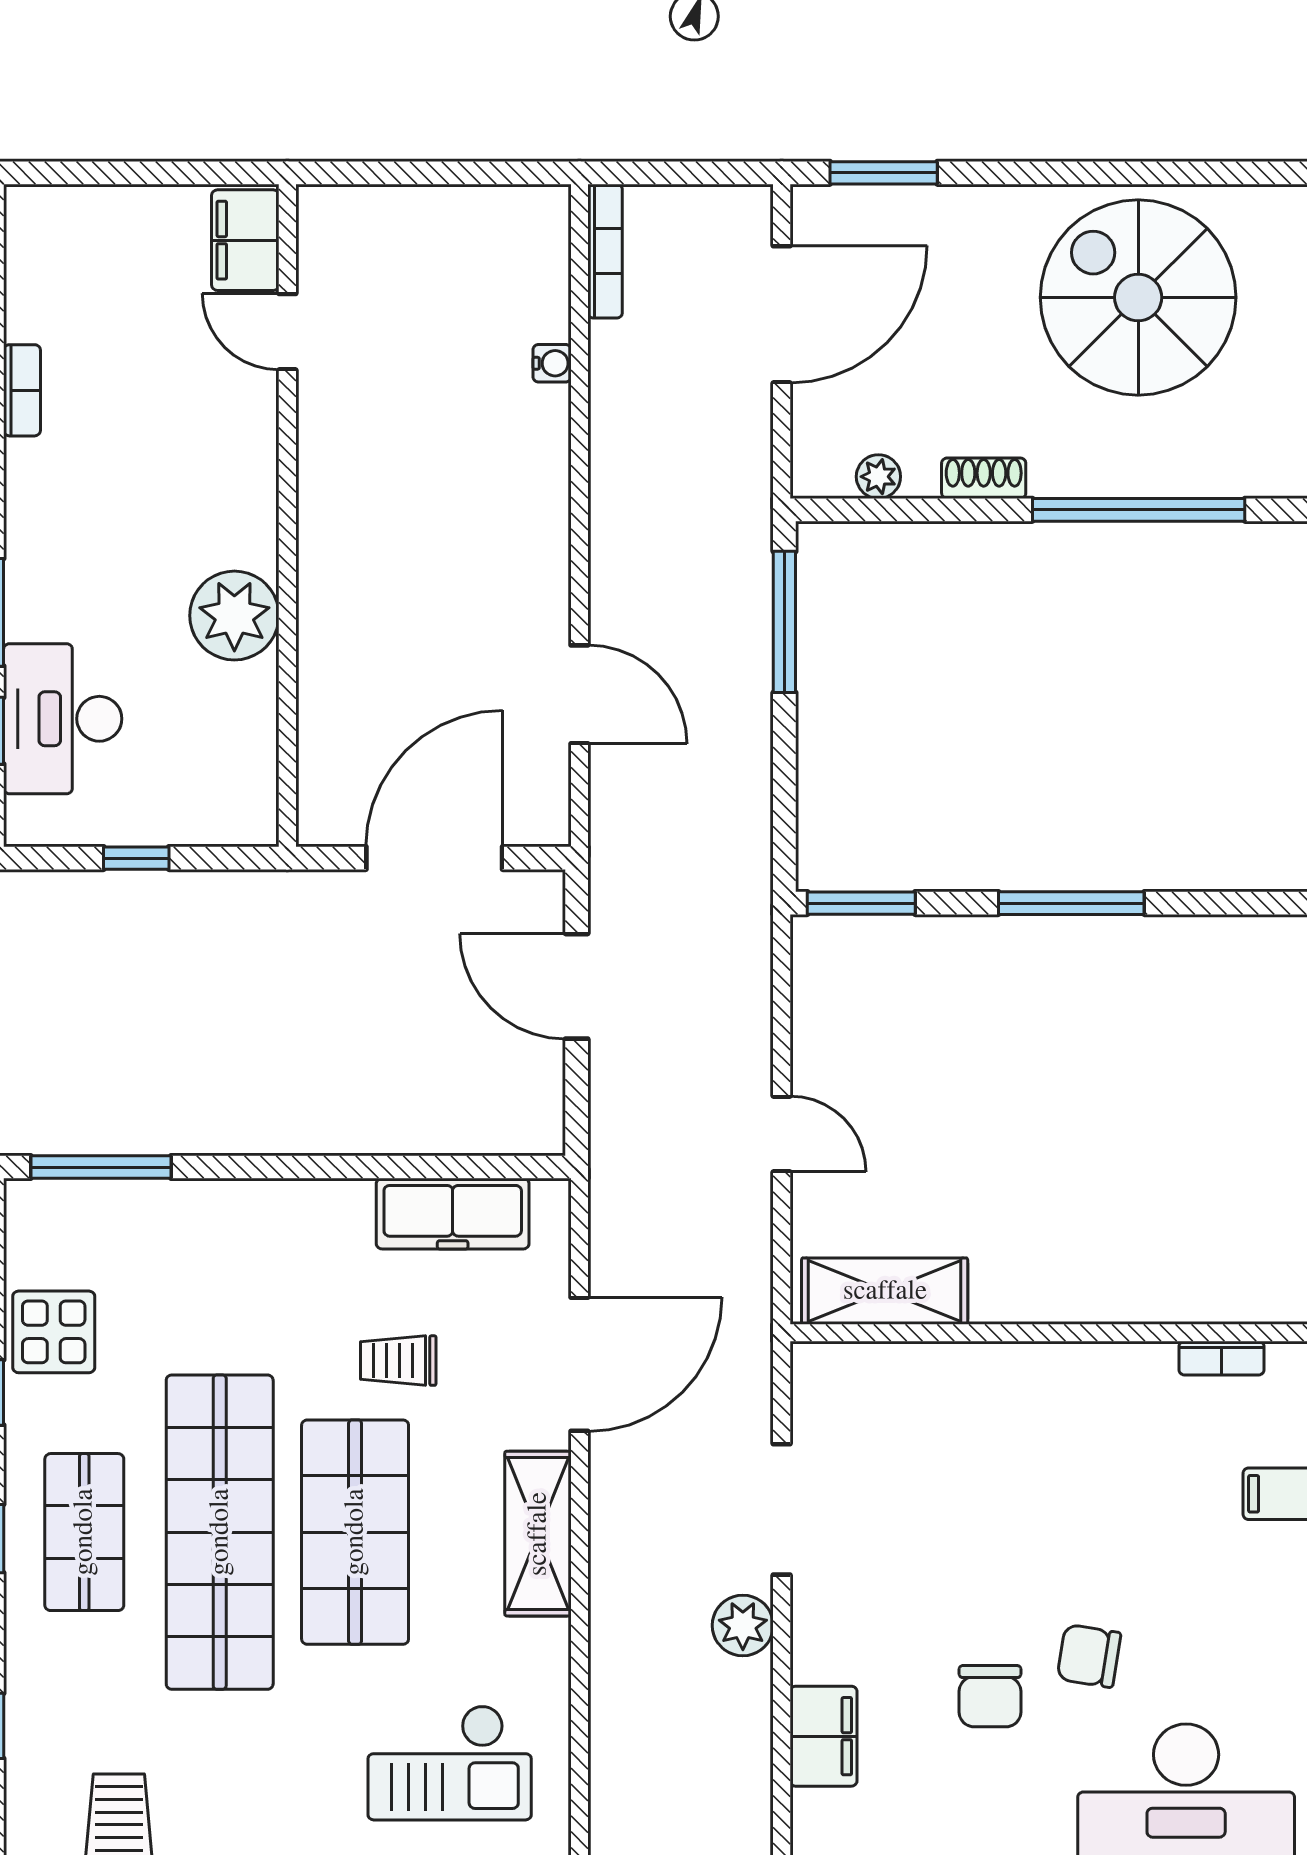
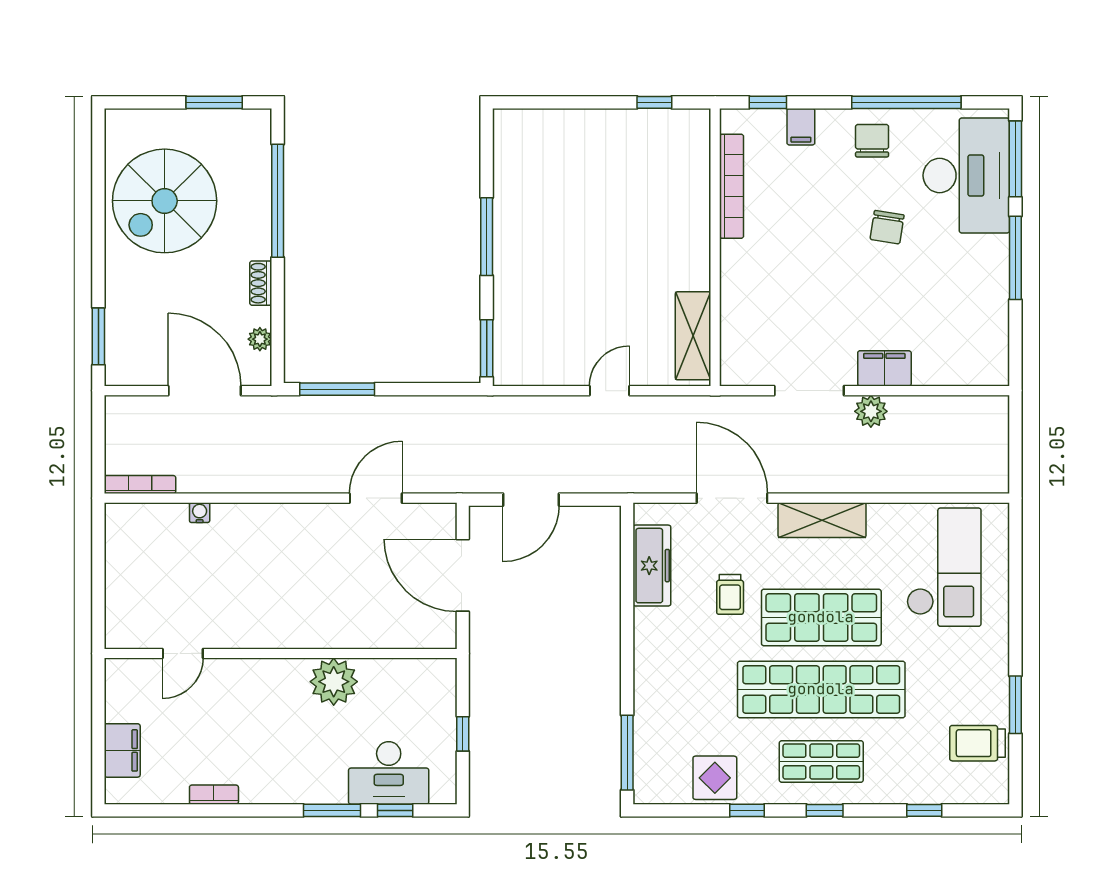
filing cabinet: (245, 240) -> (122, 750), moved, turned -90
door: (782, 314) -> (205, 391), moved
bookcase: (1222, 1358) -> (732, 186), width x2.31, depth x1.31
chair: (990, 1696) -> (872, 141), moved, turned -90
filing cabinet: (823, 1736) -> (884, 368), moved
checkout: (450, 1763) -> (944, 567), width x1.36, depth x1.21

